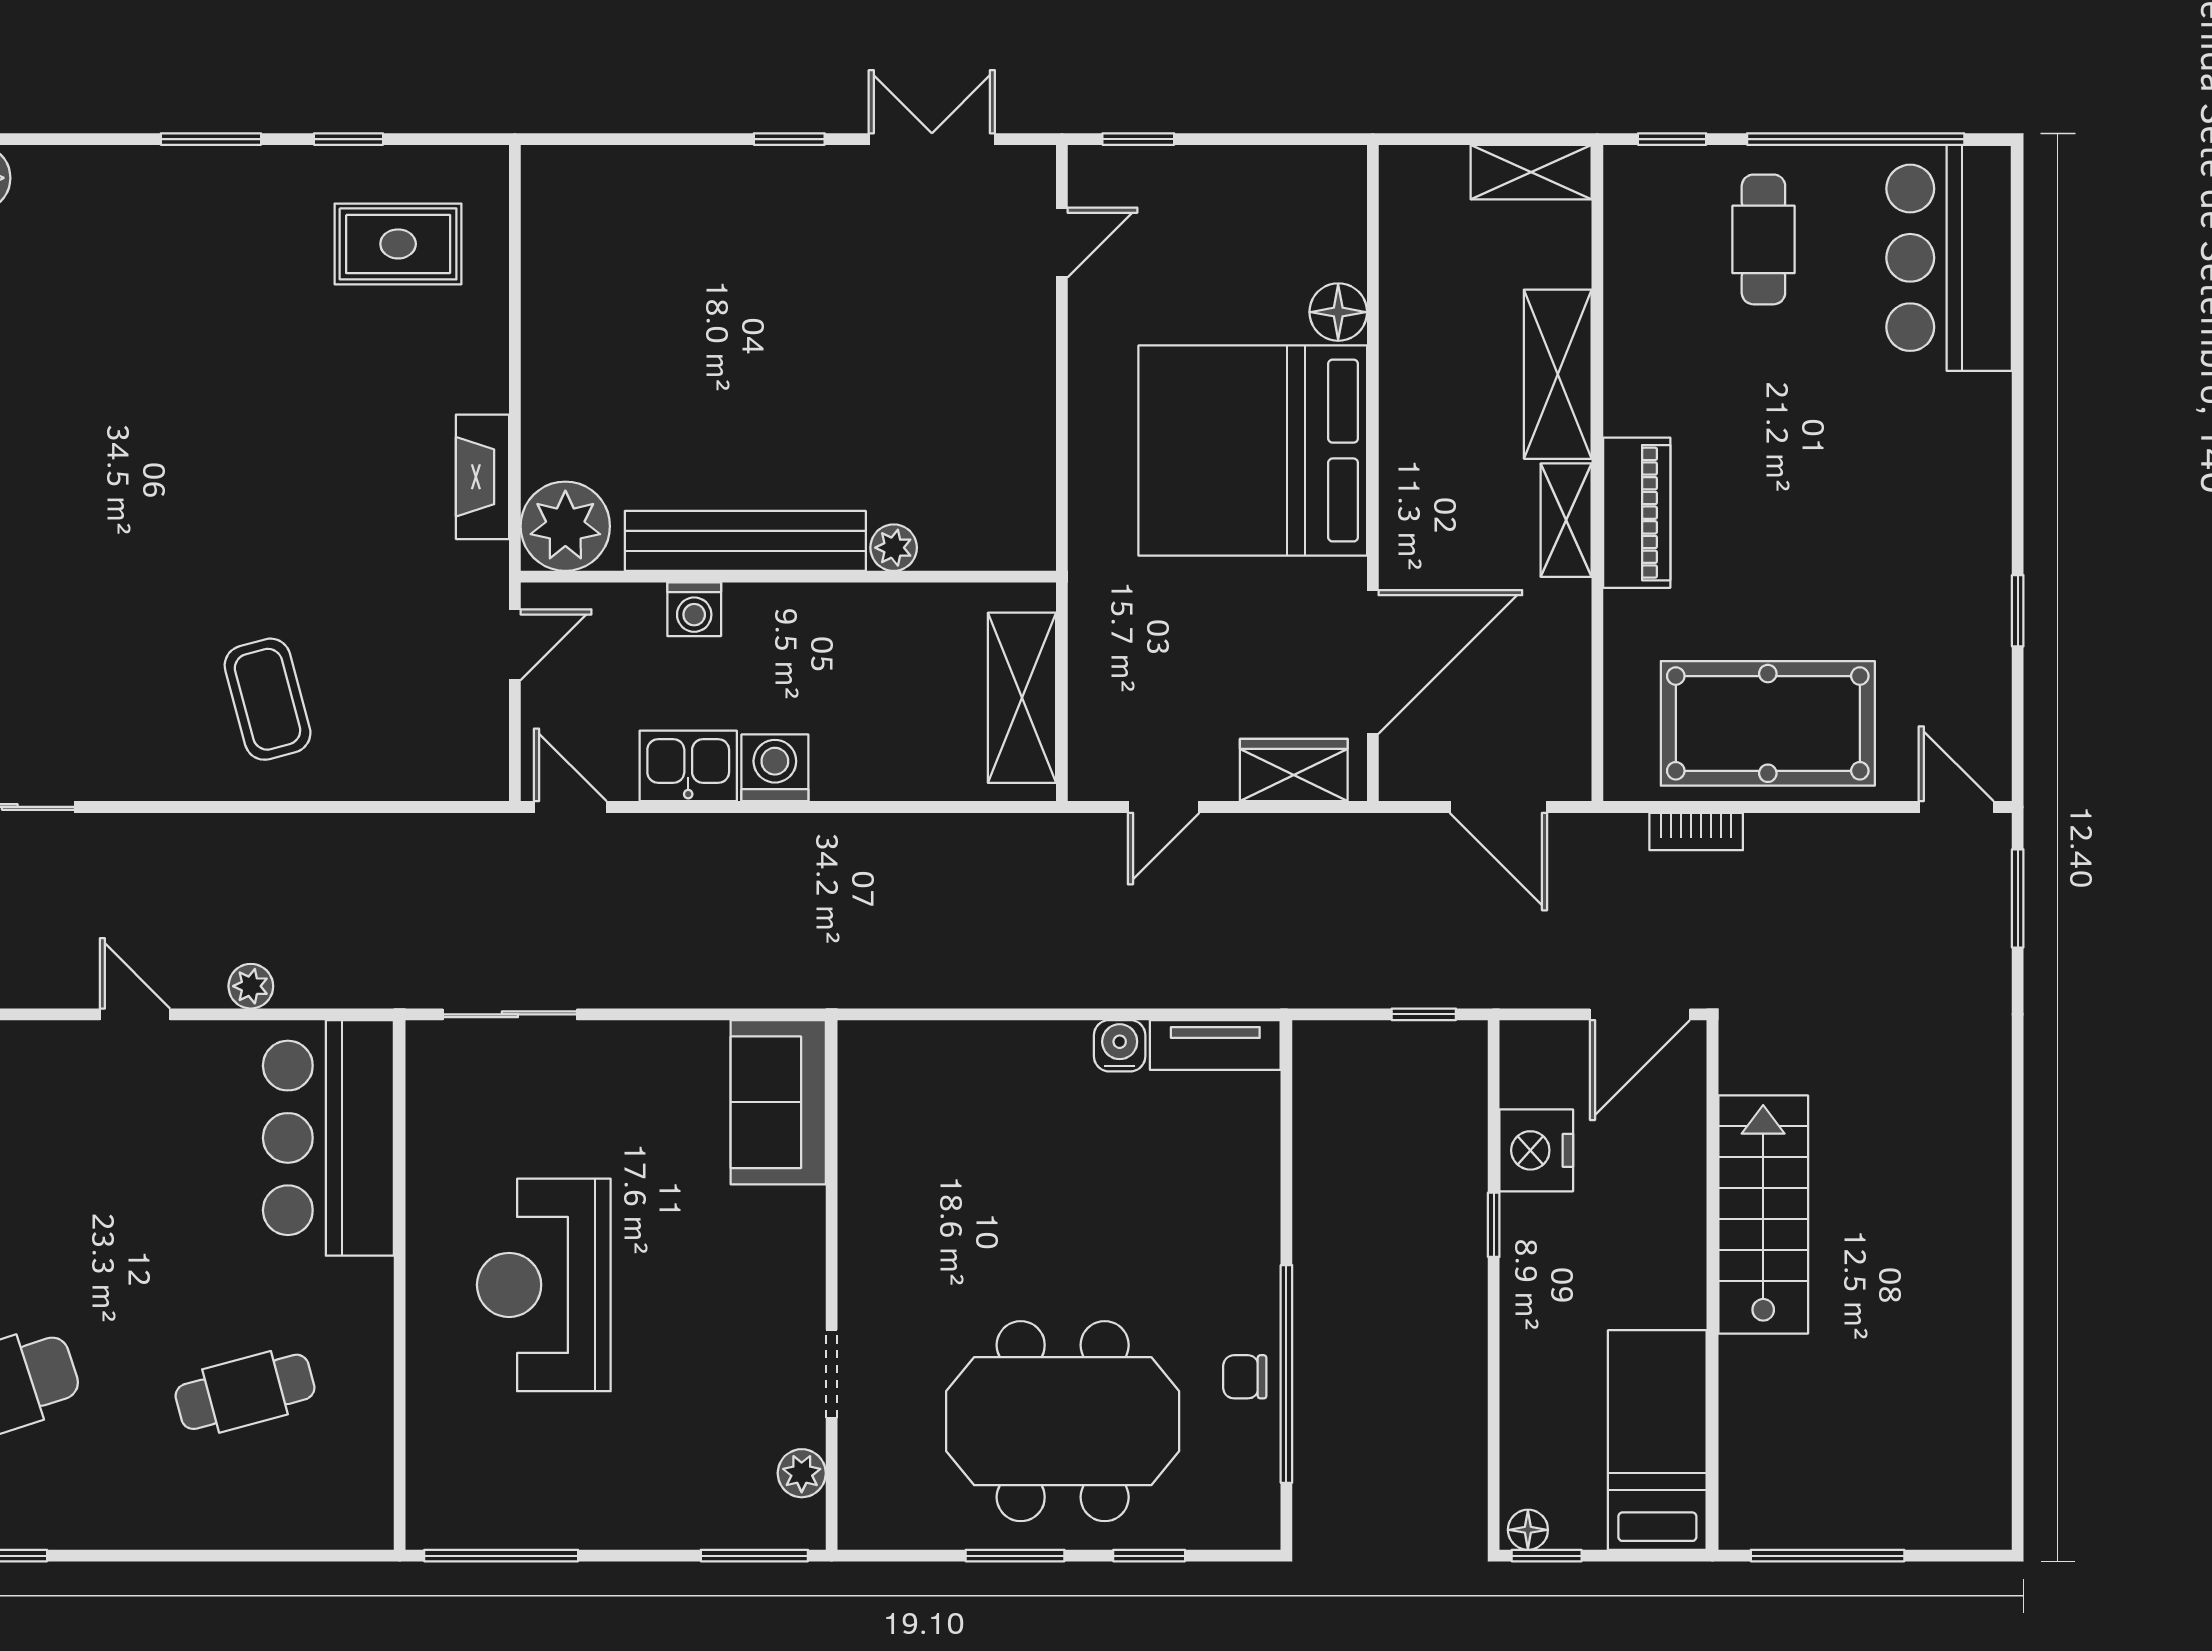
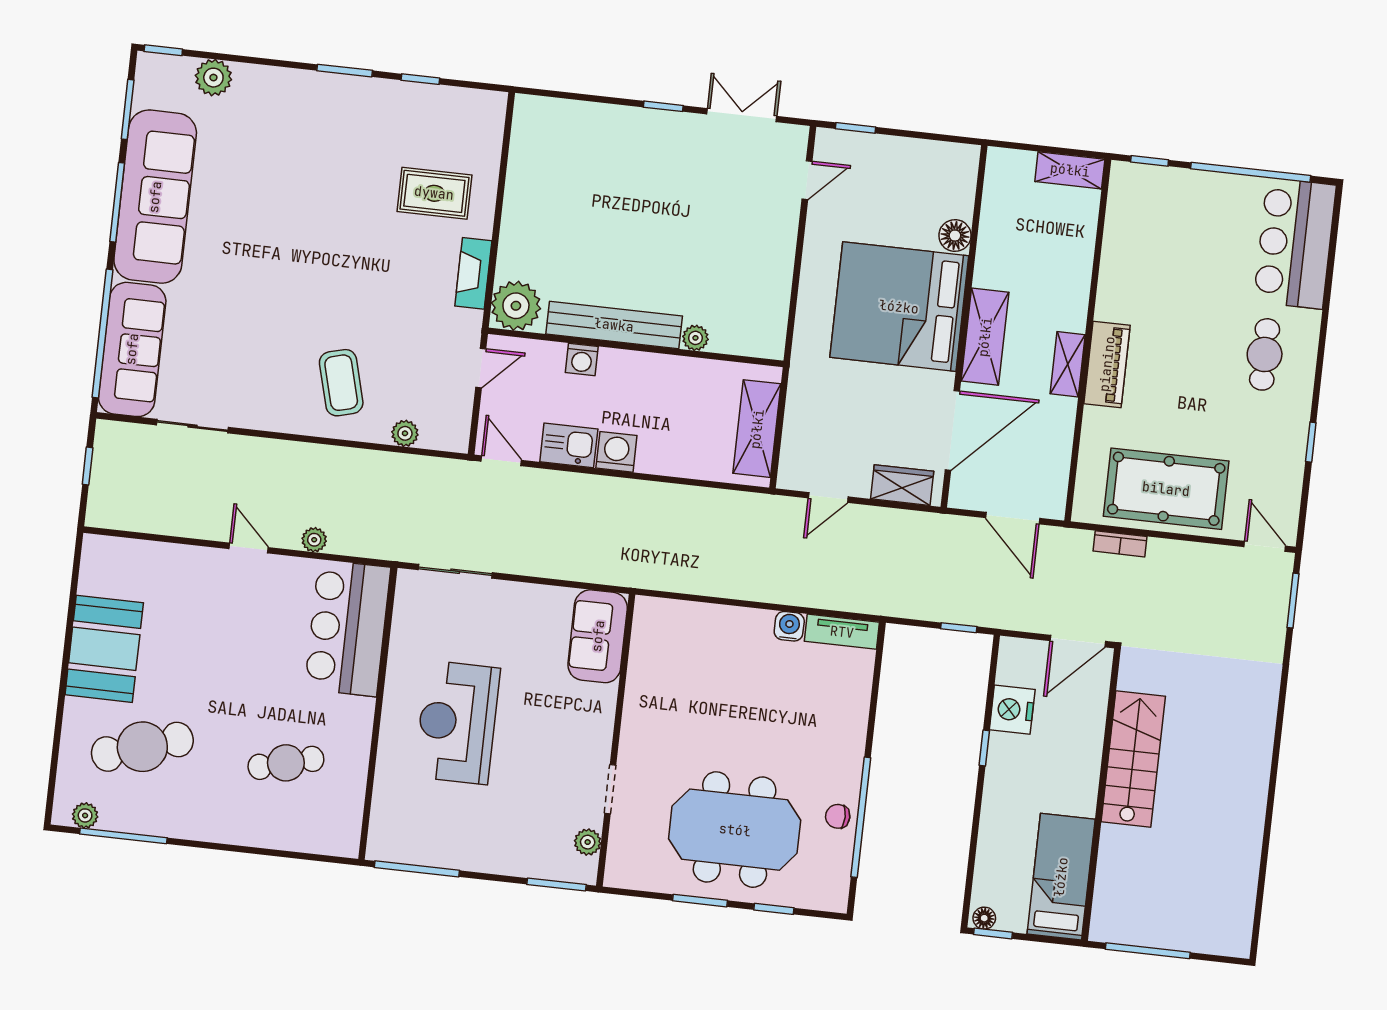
cafe table: (1763, 239) -> (1265, 354), moved
rug: (398, 244) -> (434, 193), moved
shelving: (1558, 374) -> (985, 337), moved
plant: (392, 777) -> (405, 433), added

